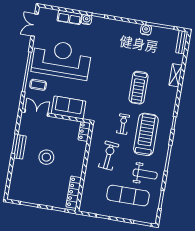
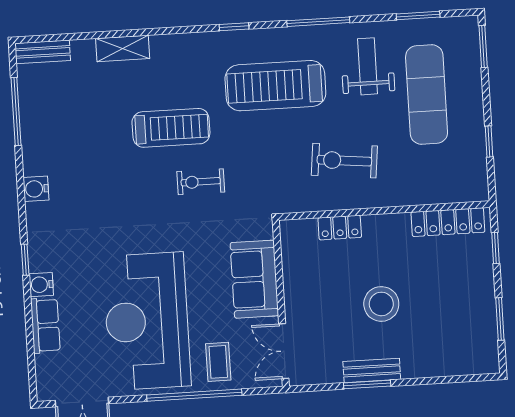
water cooler: (146, 30) -> (36, 189), moved
exercise bike: (123, 124) -> (201, 182), moved
locker: (84, 132) -> (340, 228), moved

